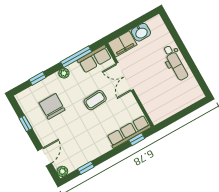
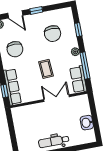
filing cabinet: (122, 44) -> (83, 105), removed
chair: (52, 106) -> (53, 34), turned 90
window: (26, 123) -> (36, 10), moved
chair: (85, 144) -> (15, 49), added

